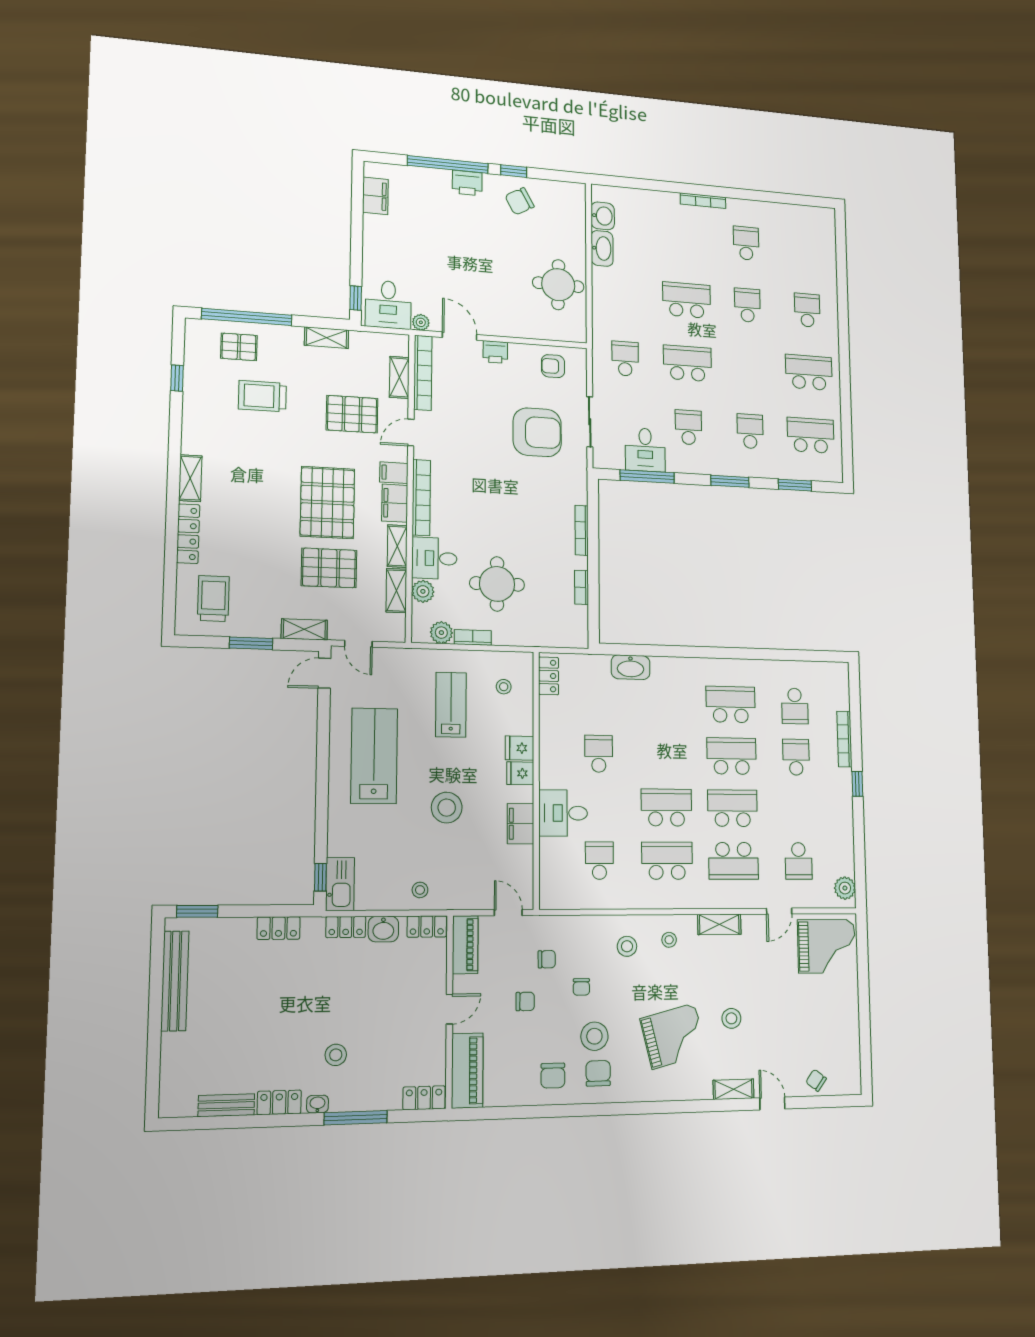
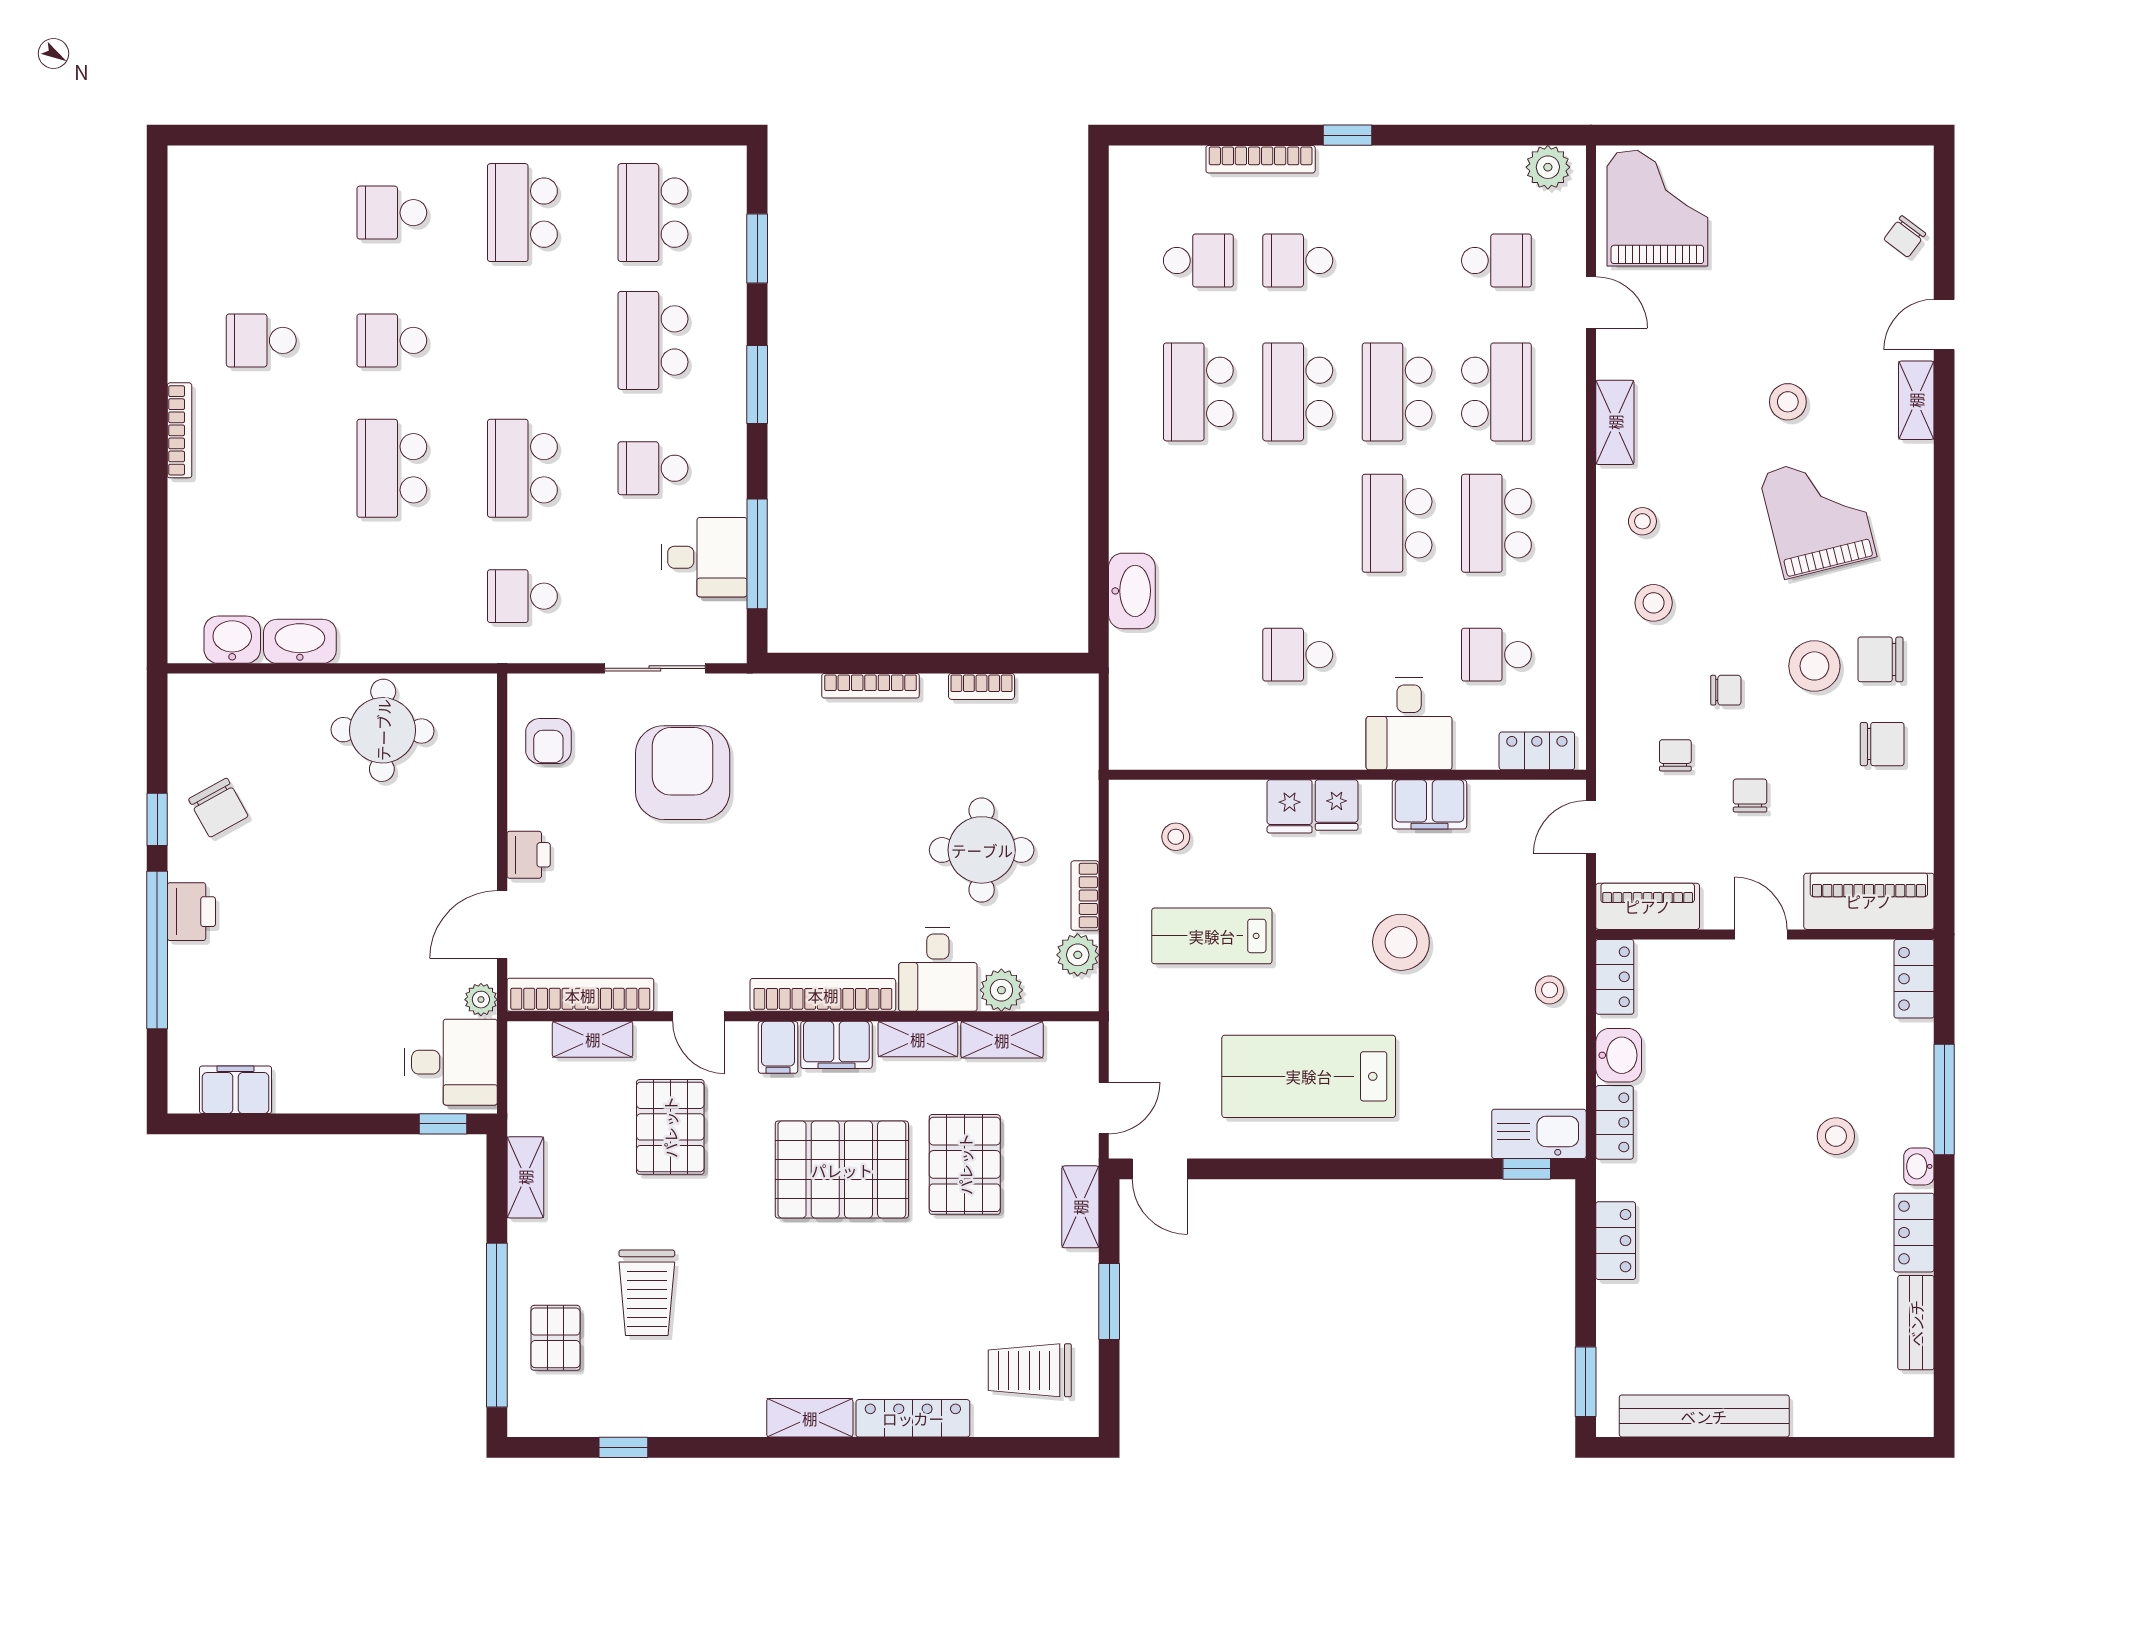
school desk: (750, 431) -> (653, 340), width x1.85
locker: (549, 676) -> (1537, 751), moved

